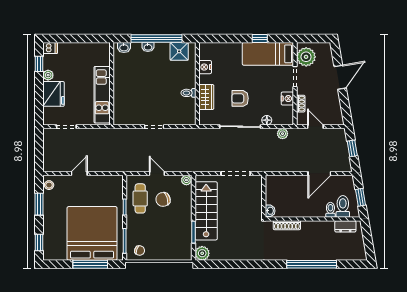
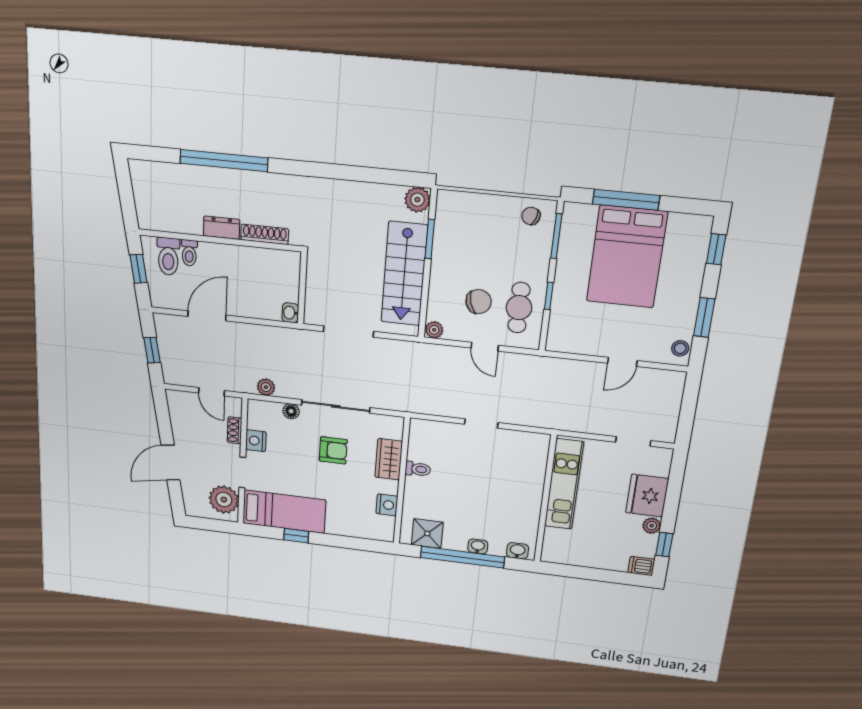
washbasin: (270, 211) -> (290, 313), moved
dresser: (345, 226) -> (222, 228), moved
bed: (92, 233) -> (627, 257), width x0.73

